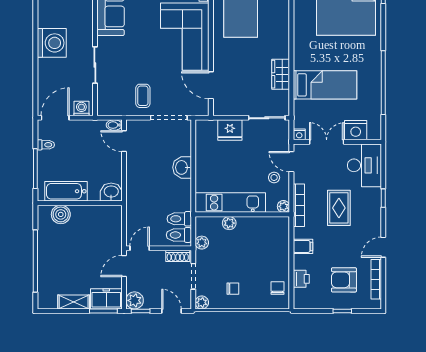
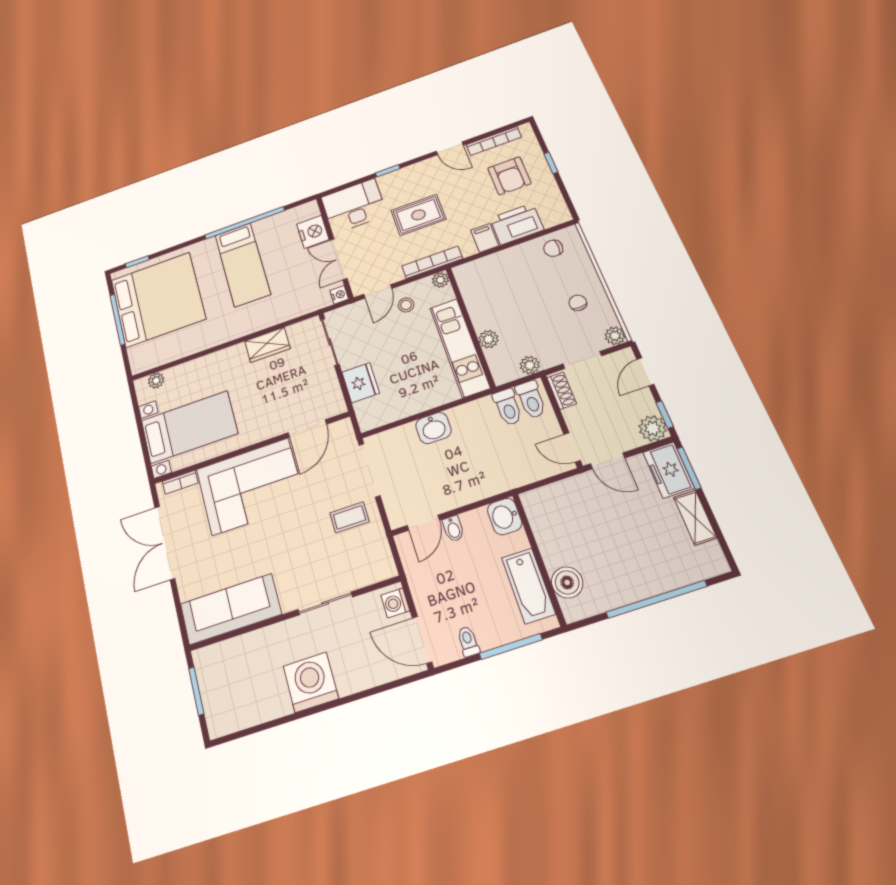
bed: (325, 85) -> (243, 265), moved, turned 180
bidet: (114, 125) -> (453, 529), moved
printer: (301, 279) -> (517, 224), width x1.87, depth x1.48

